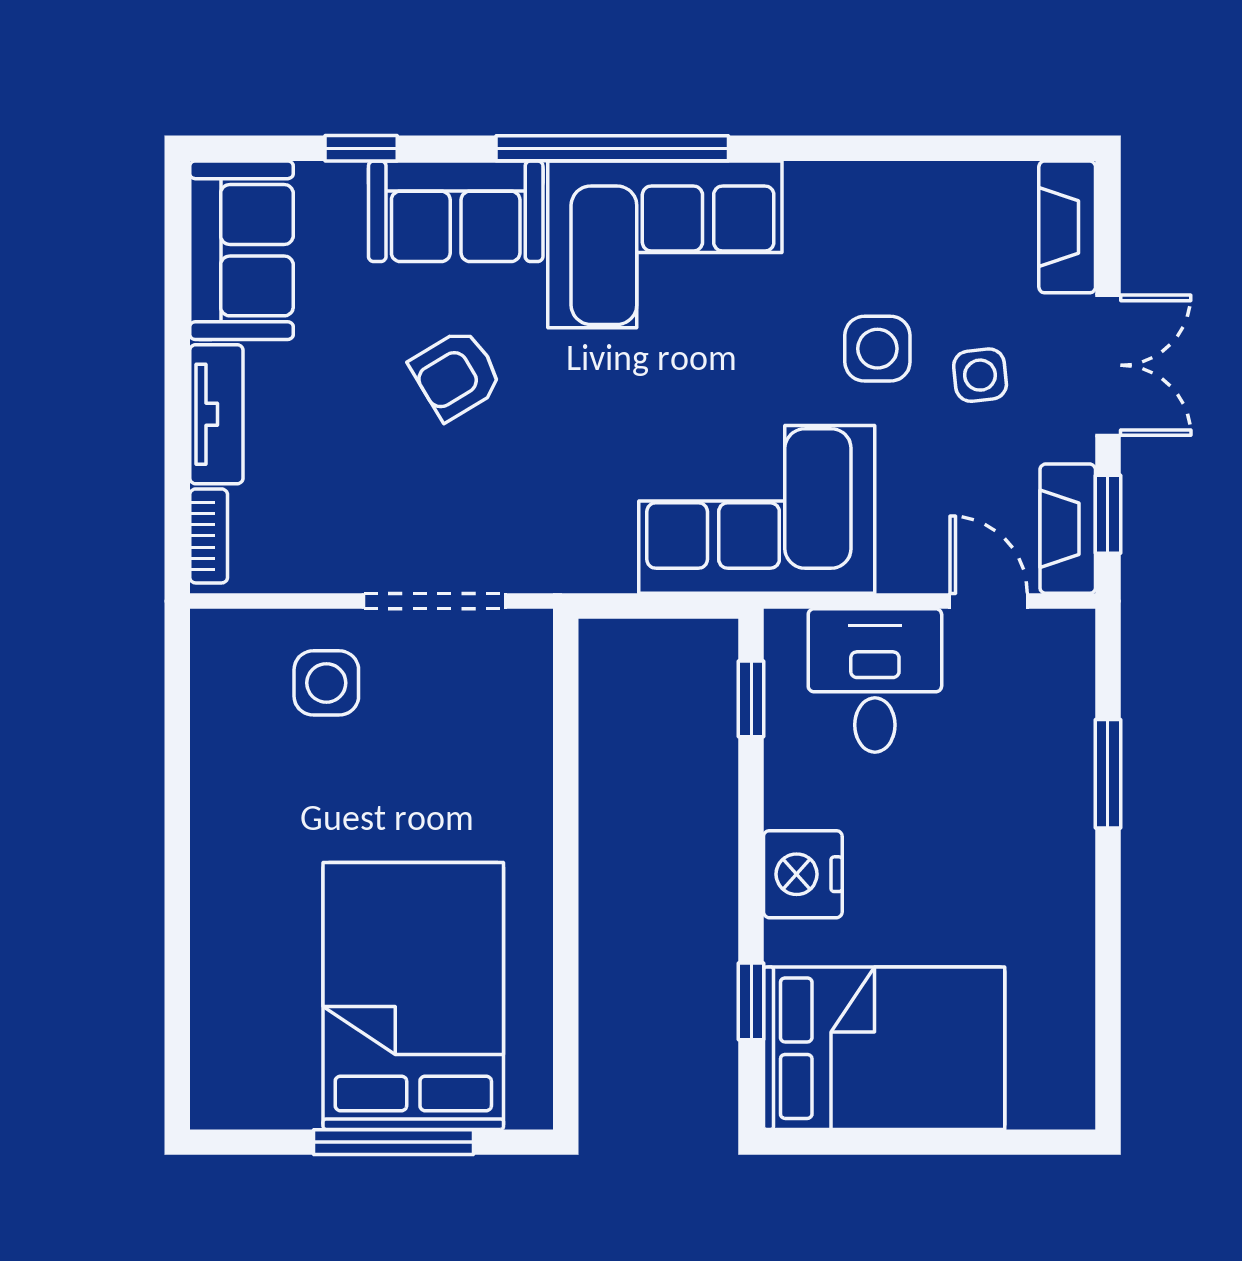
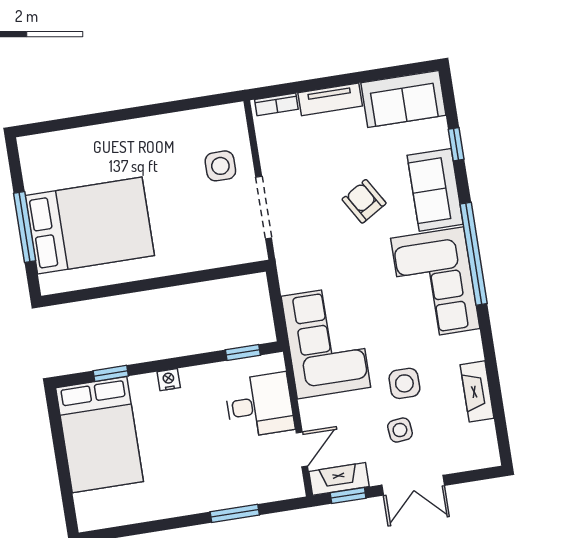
fireplace: (1067, 227) -> (477, 391), moved, turned -90
nightstand: (803, 874) -> (169, 380), width x0.53, depth x0.56

